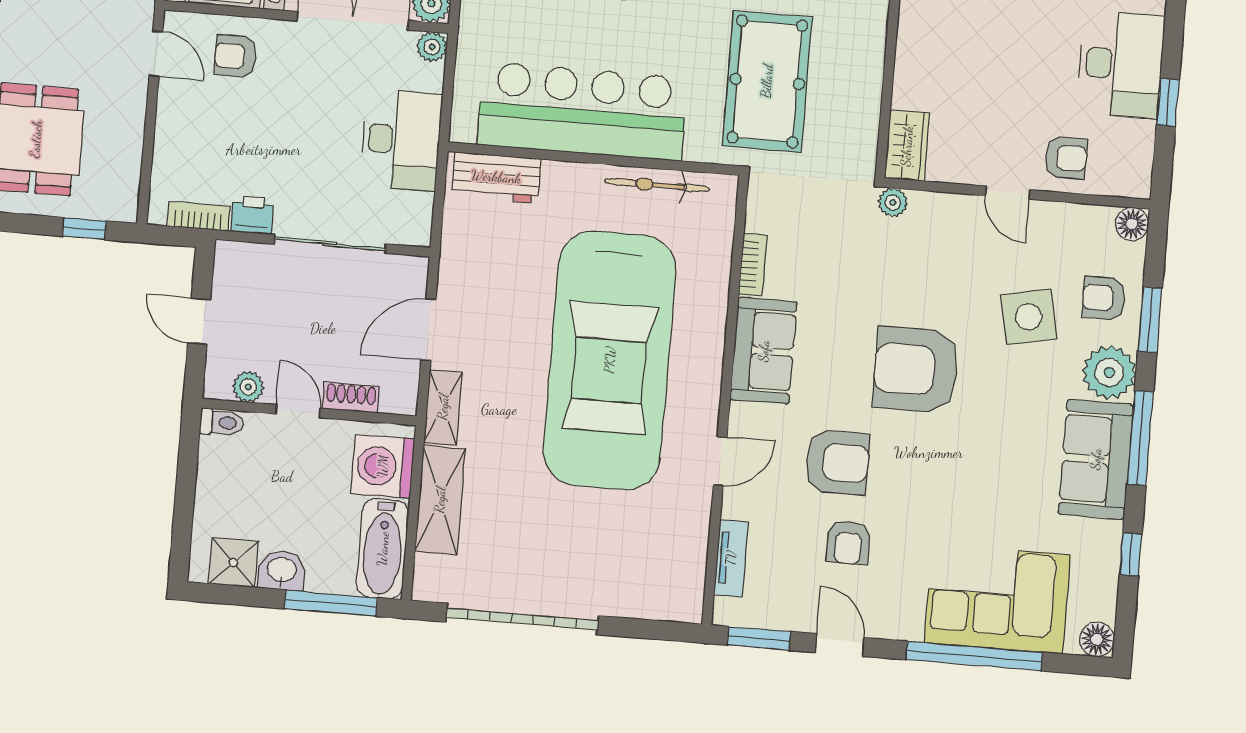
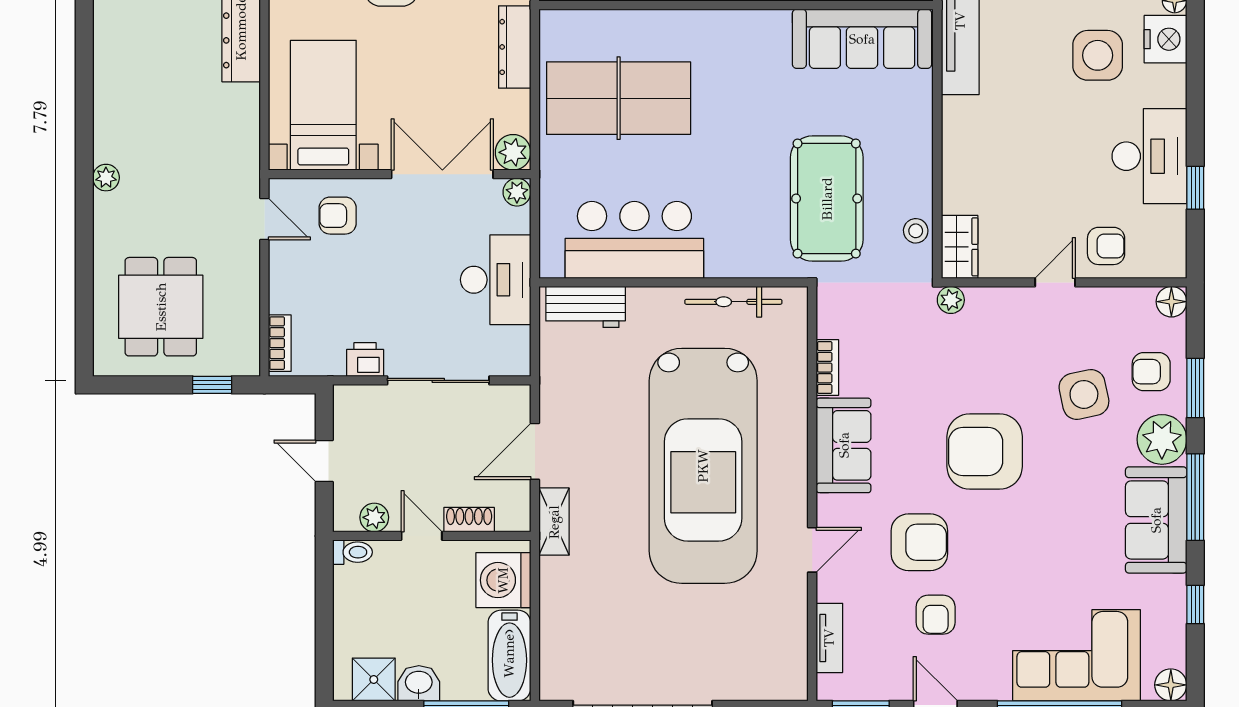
bar counter: (582, 111) -> (634, 240), width x0.73
stool: (861, 124) -> (916, 231), added
door: (1007, 193) -> (1055, 282), swing flipped
bookcase: (198, 216) -> (280, 343), moved, turned 90
shelving: (440, 500) -> (558, 607), removed

